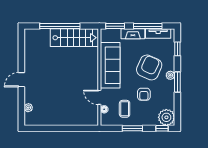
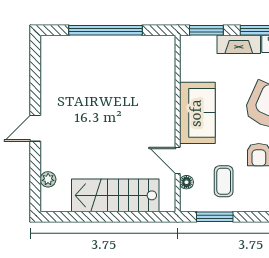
stairs: (74, 38) -> (115, 195), moved, turned 180
sofa: (110, 65) -> (197, 113), width x0.73
window: (132, 128) -> (215, 217), moved

